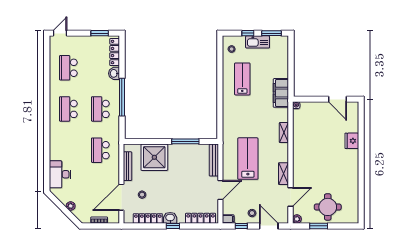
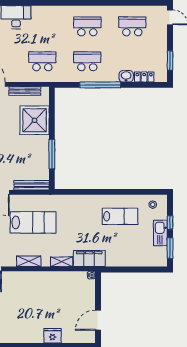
locker: (115, 52) -> (144, 77), width x0.66
filing cabinet: (281, 93) -> (89, 258), moved
shelving: (284, 174) -> (29, 261), moved

